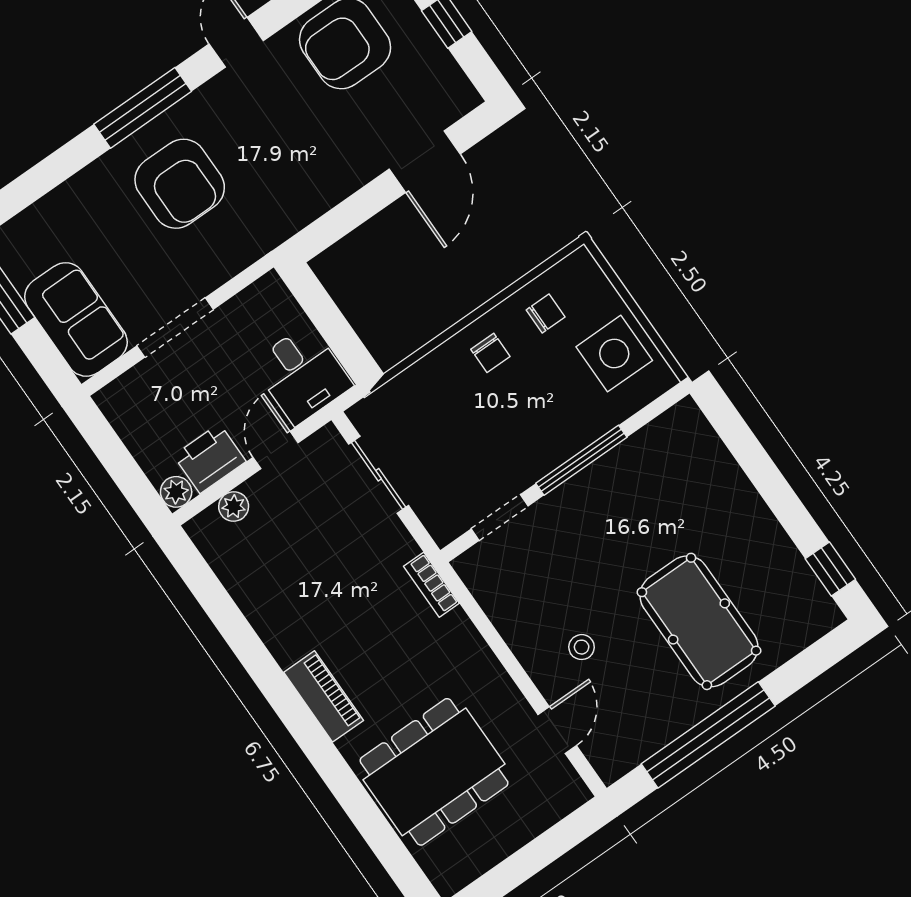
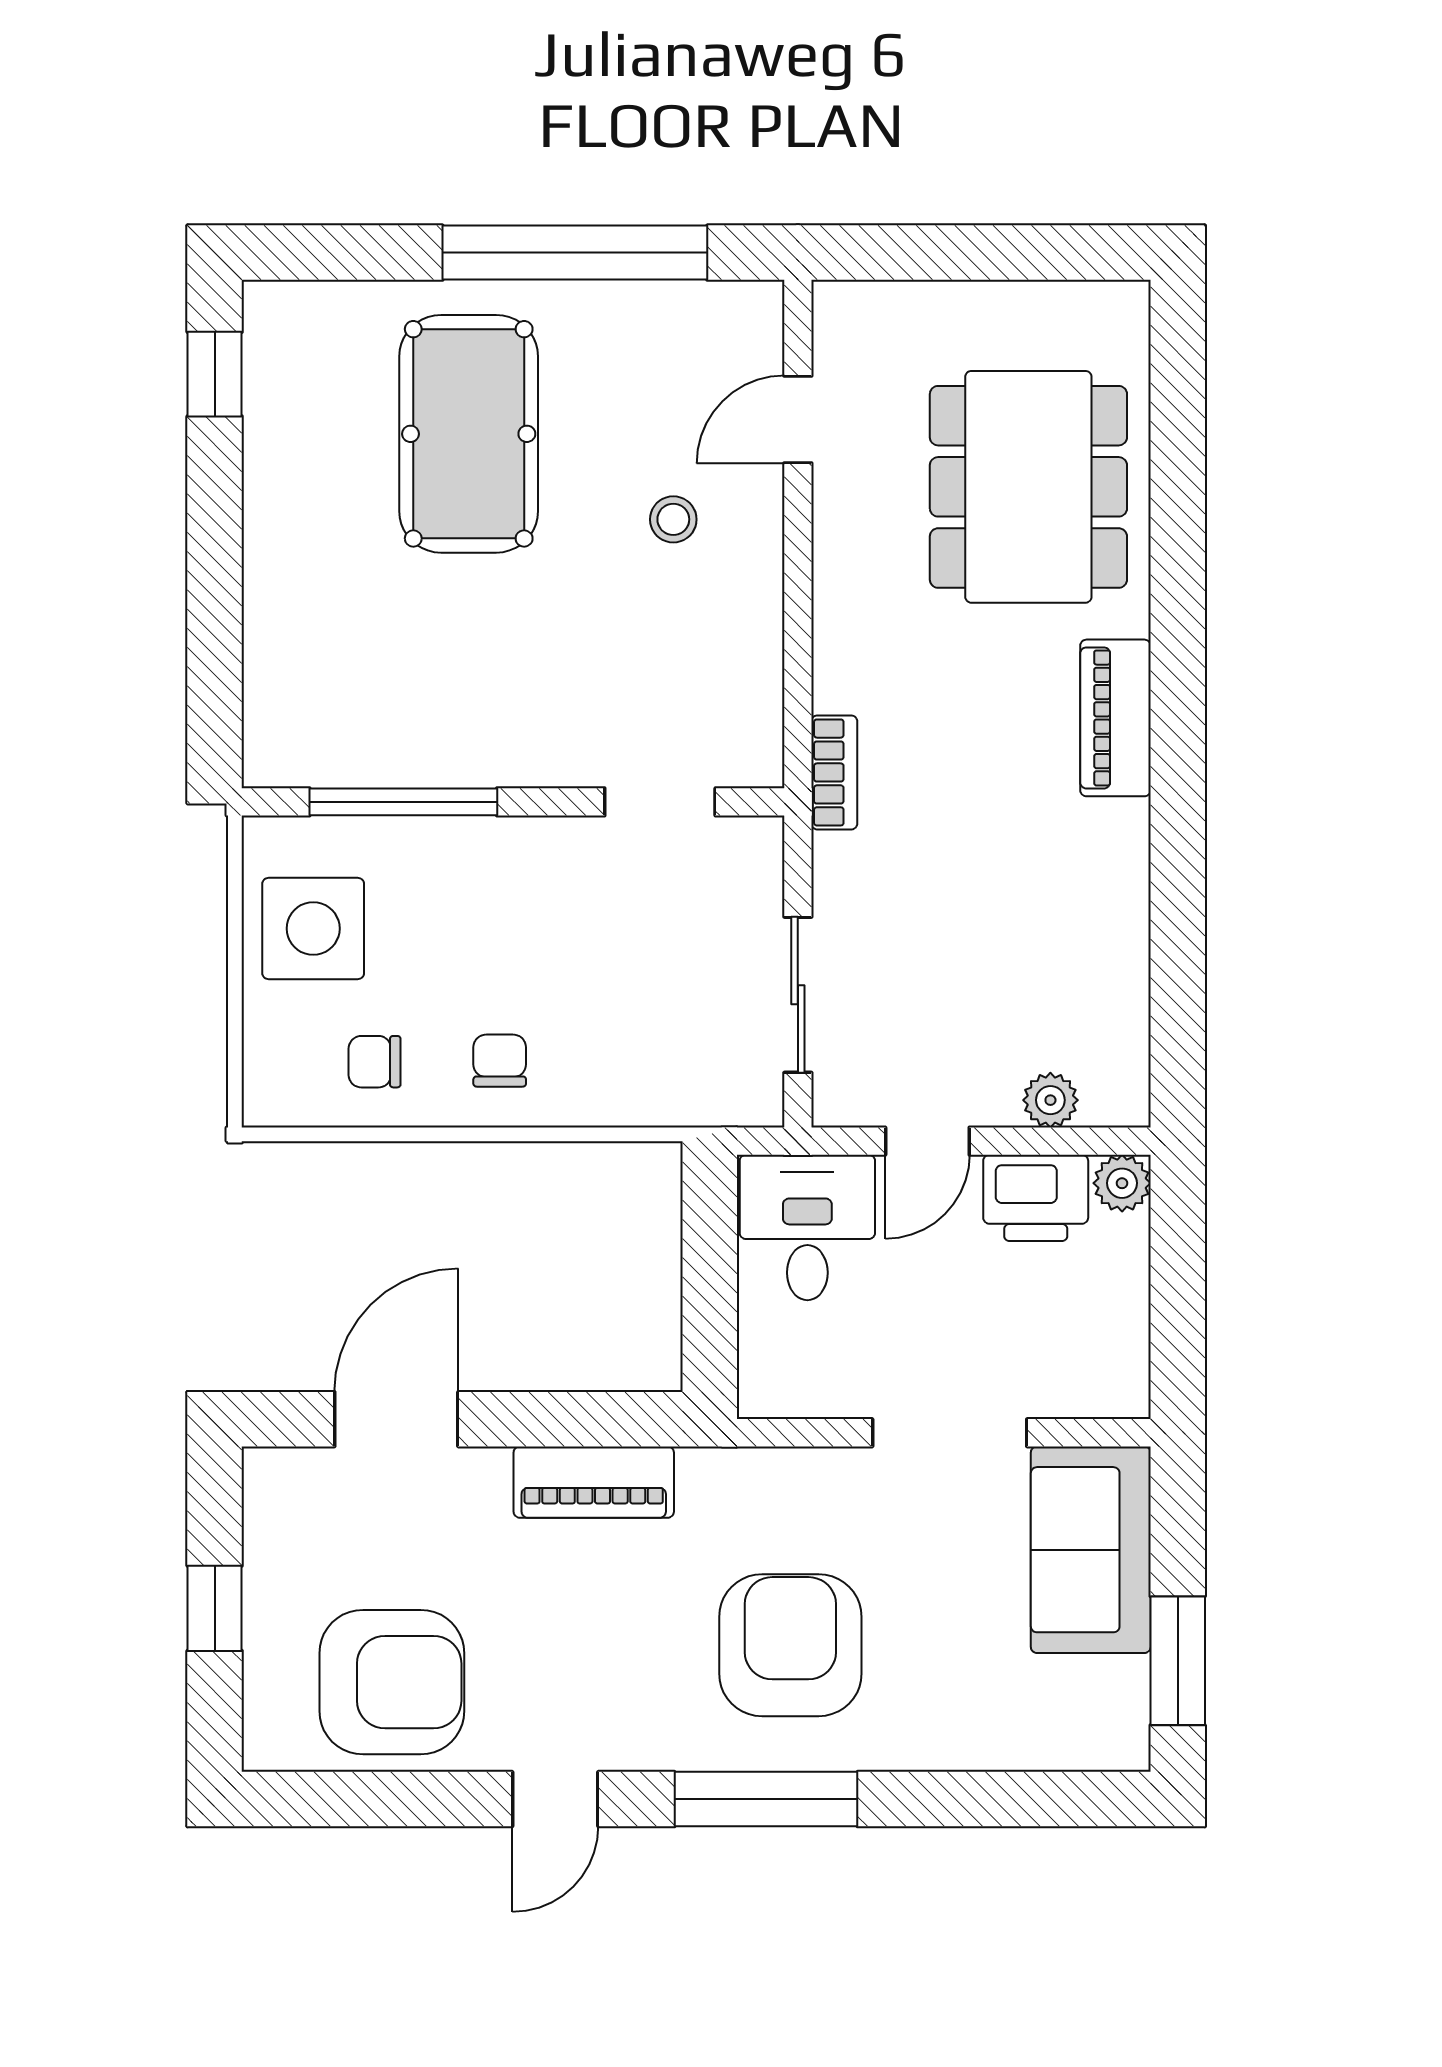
piano: (318, 195) -> (594, 1482), added
window: (581, 460) -> (403, 802), moved
dining table: (434, 772) -> (1028, 487), turned 90

